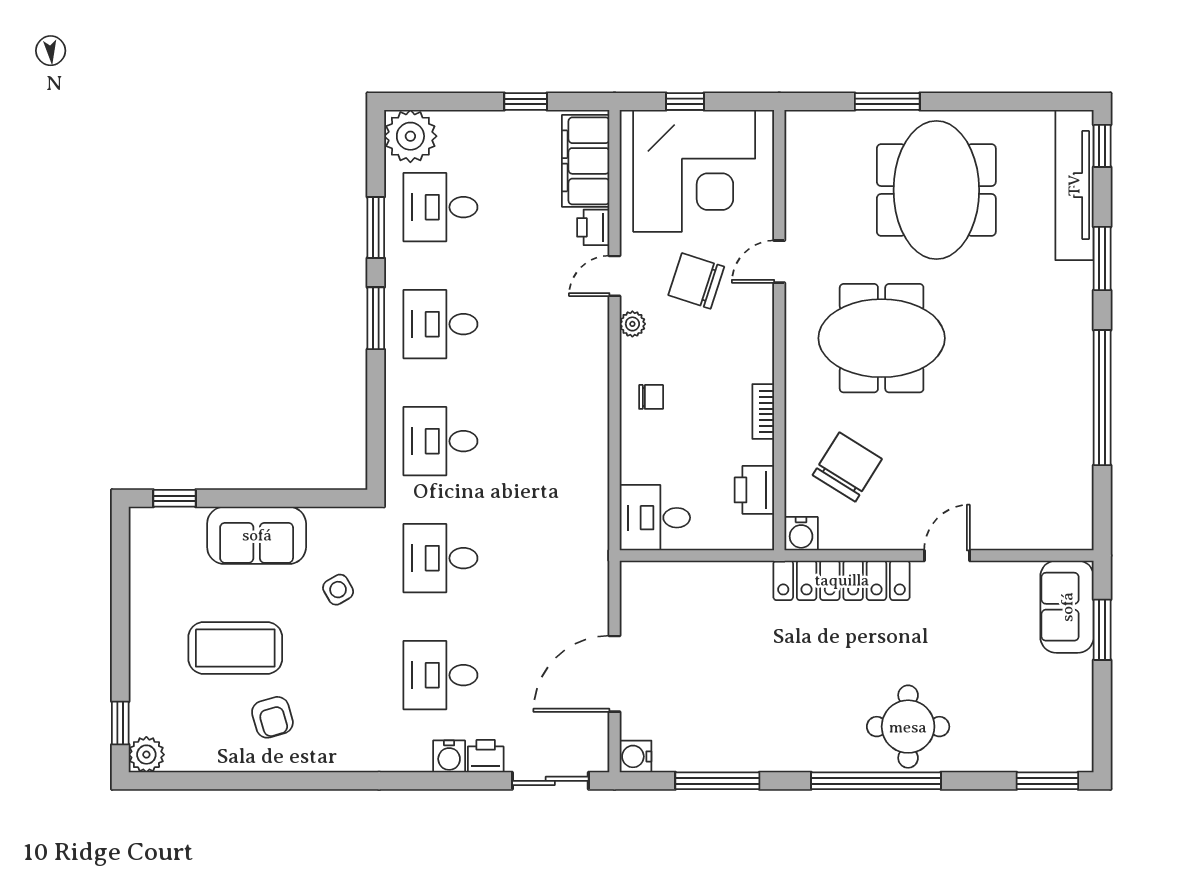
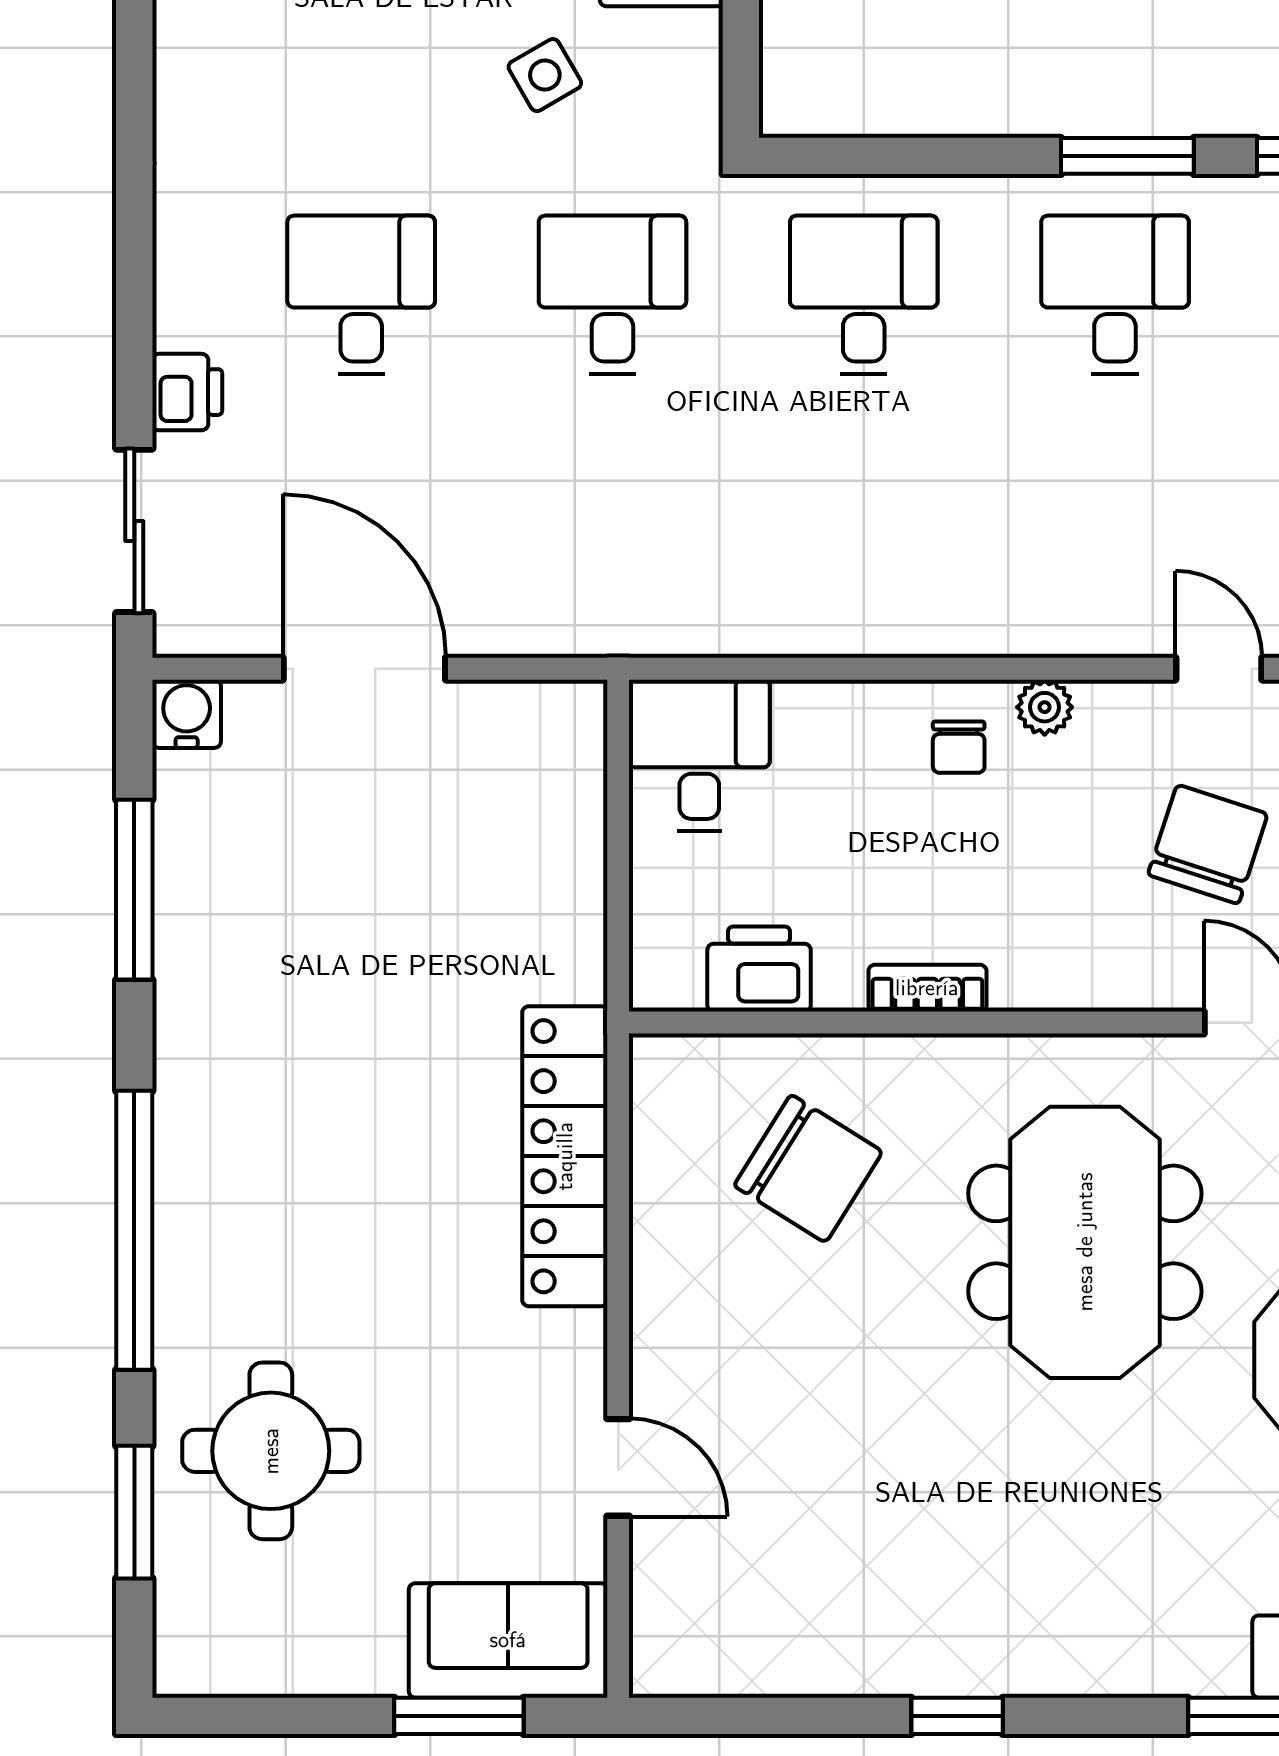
plant: (632, 324) -> (1045, 707), moved
window: (1102, 398) -> (957, 1716), width x0.32
water cooler: (801, 534) -> (665, 1069), removed
door: (947, 555) -> (618, 1467), moved
round table: (908, 727) -> (271, 1451), moved
water cooler: (449, 756) -> (187, 314), removed
window: (1047, 781) -> (134, 1512), moved

